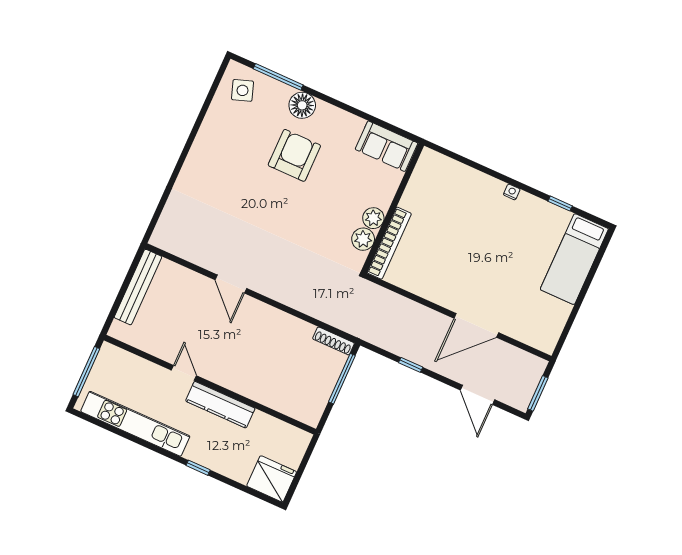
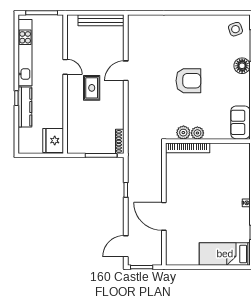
armchair: (294, 155) -> (188, 81), moved
rug: (234, 347) -> (92, 88), added
door: (184, 373) -> (65, 67), hinge flipped
door: (477, 395) -> (126, 246), moved
kitchen counter: (220, 405) -> (25, 107), moved, turned 180
fridge: (272, 479) -> (53, 141), moved, turned 180

